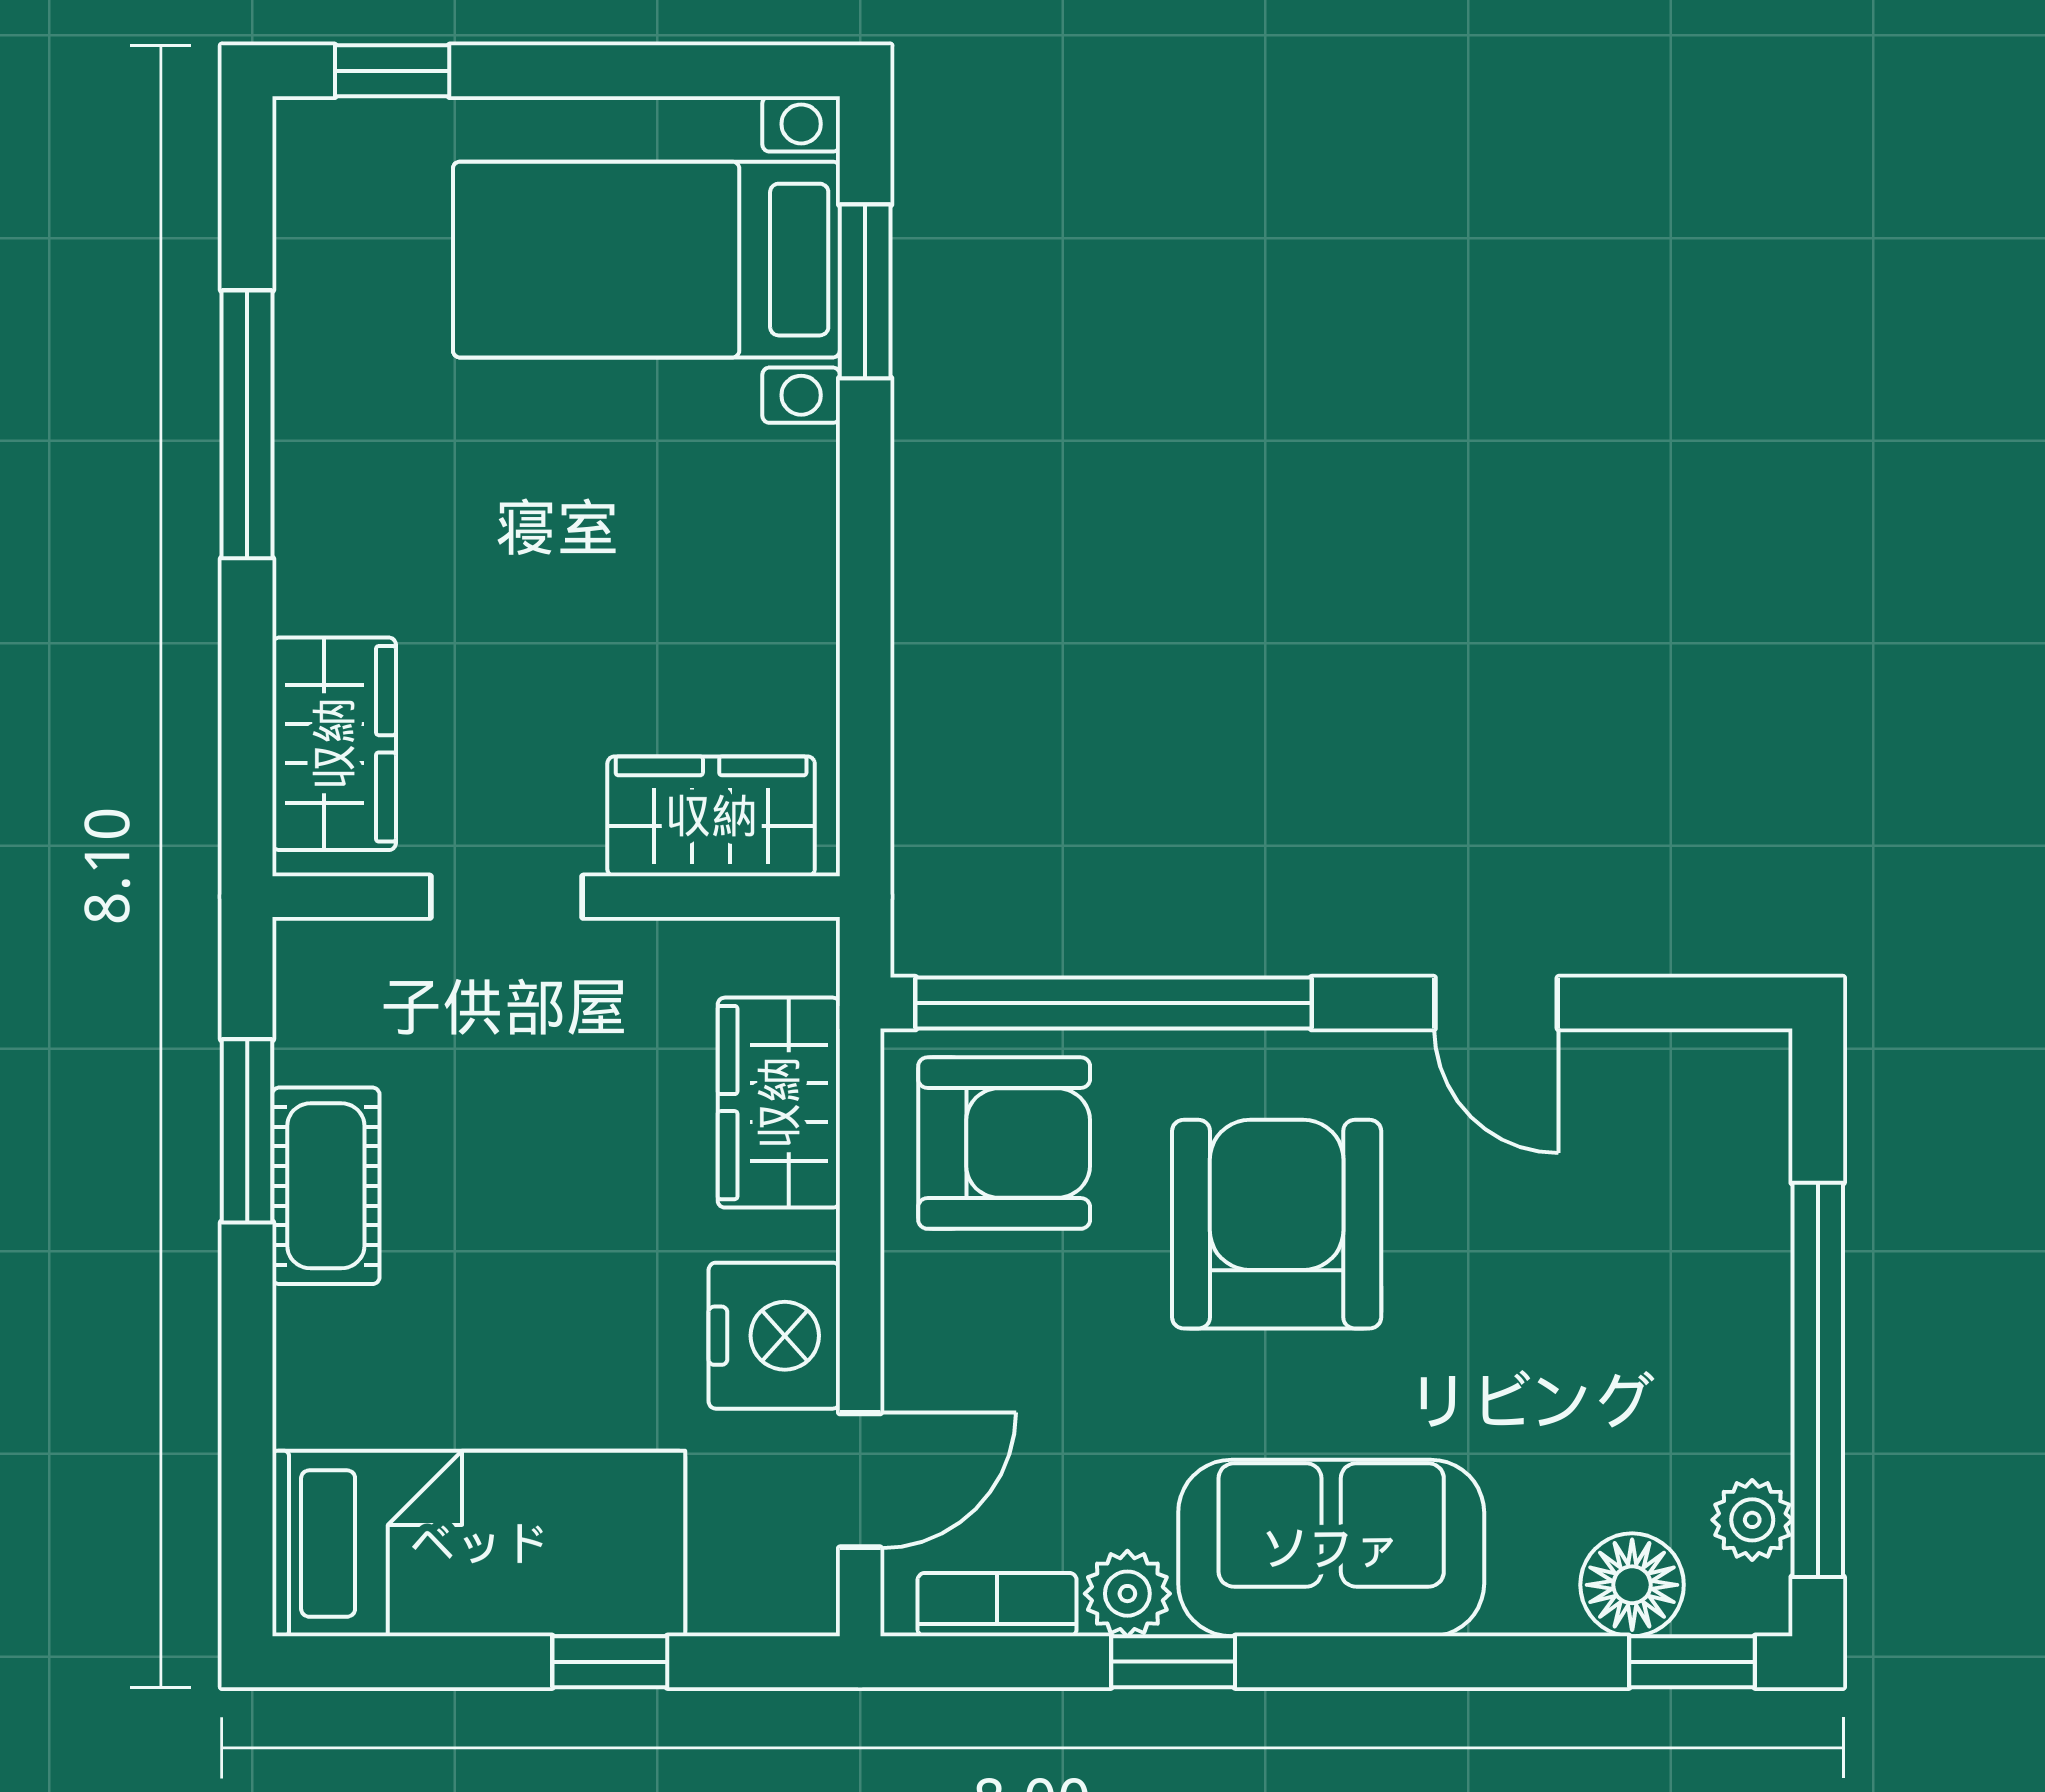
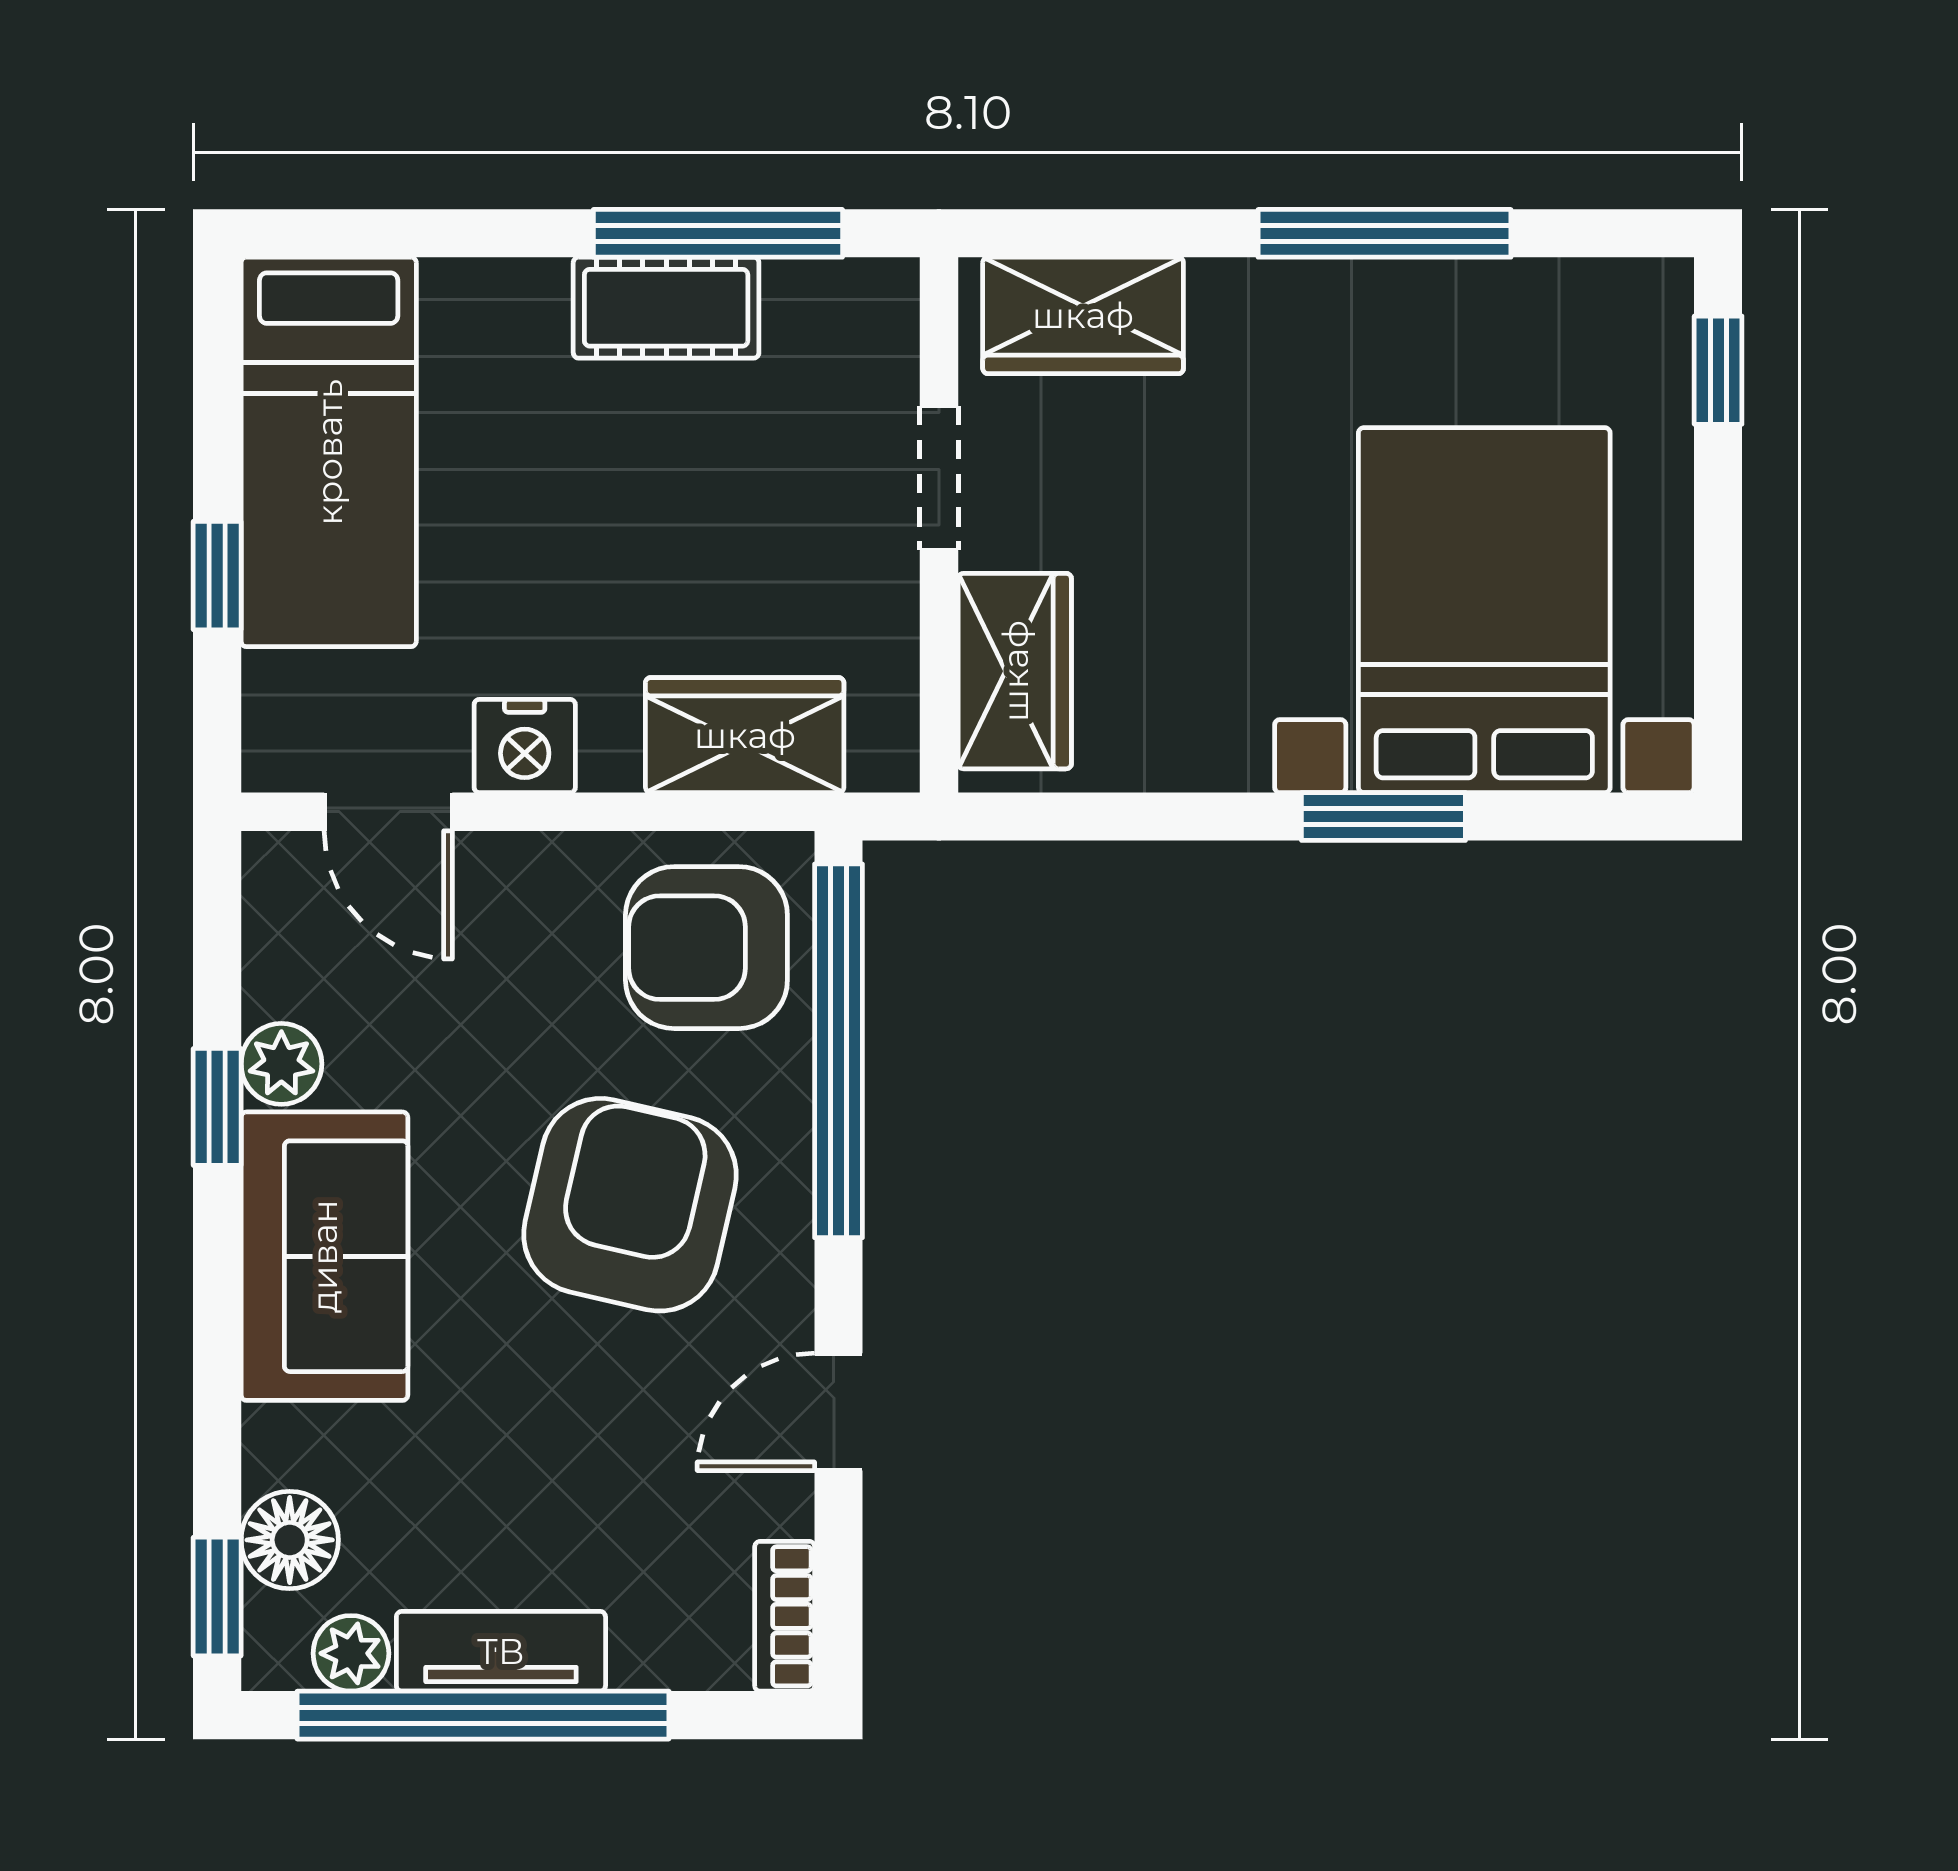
bed with nightstands: (646, 260) -> (1484, 610), width x1.36
window: (865, 291) -> (1383, 816), moved
window: (247, 1131) -> (718, 233), width x1.44
armchair: (1004, 1143) -> (706, 948), turned 90
armchair: (1277, 1224) -> (630, 1205), turned -77
nightstand: (774, 1336) -> (525, 746), width x0.74, depth x0.75
tv unit: (1750, 1361) -> (501, 1651), added
bookcase: (997, 1605) -> (785, 1616), moved, turned 180

